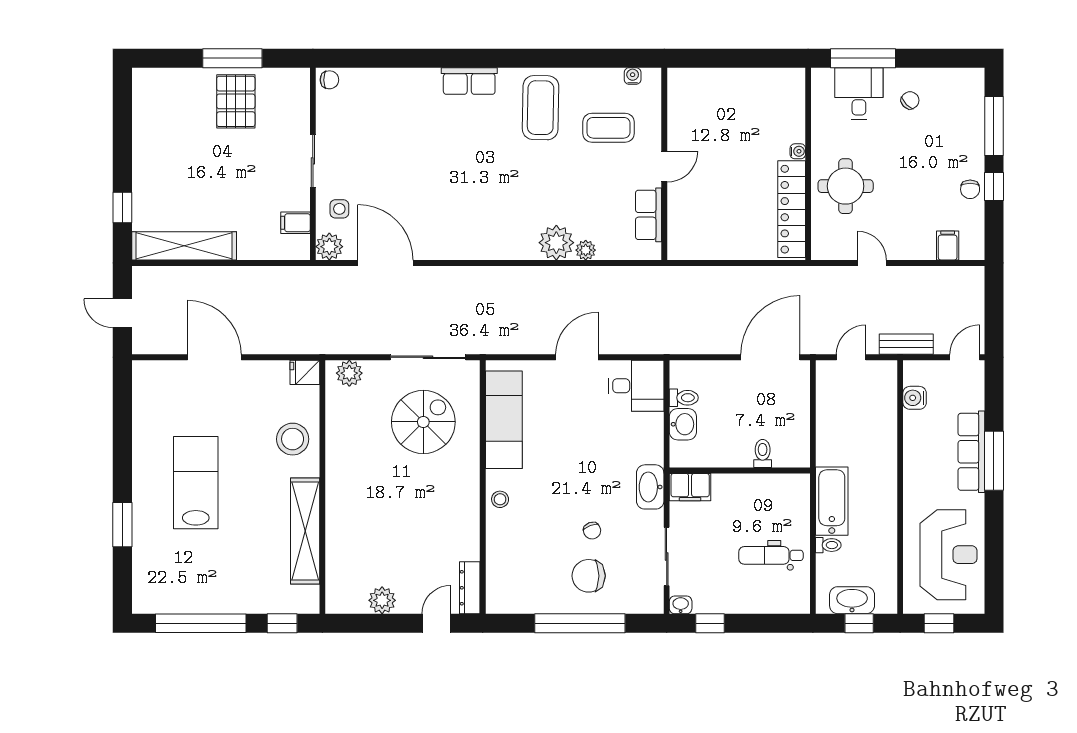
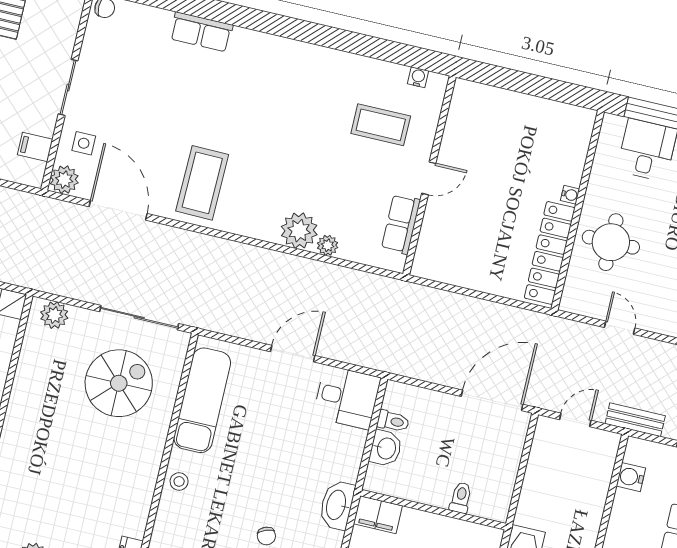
row of seats: (469, 81) -> (201, 32), moved
coffee table: (541, 108) -> (202, 183), moved

